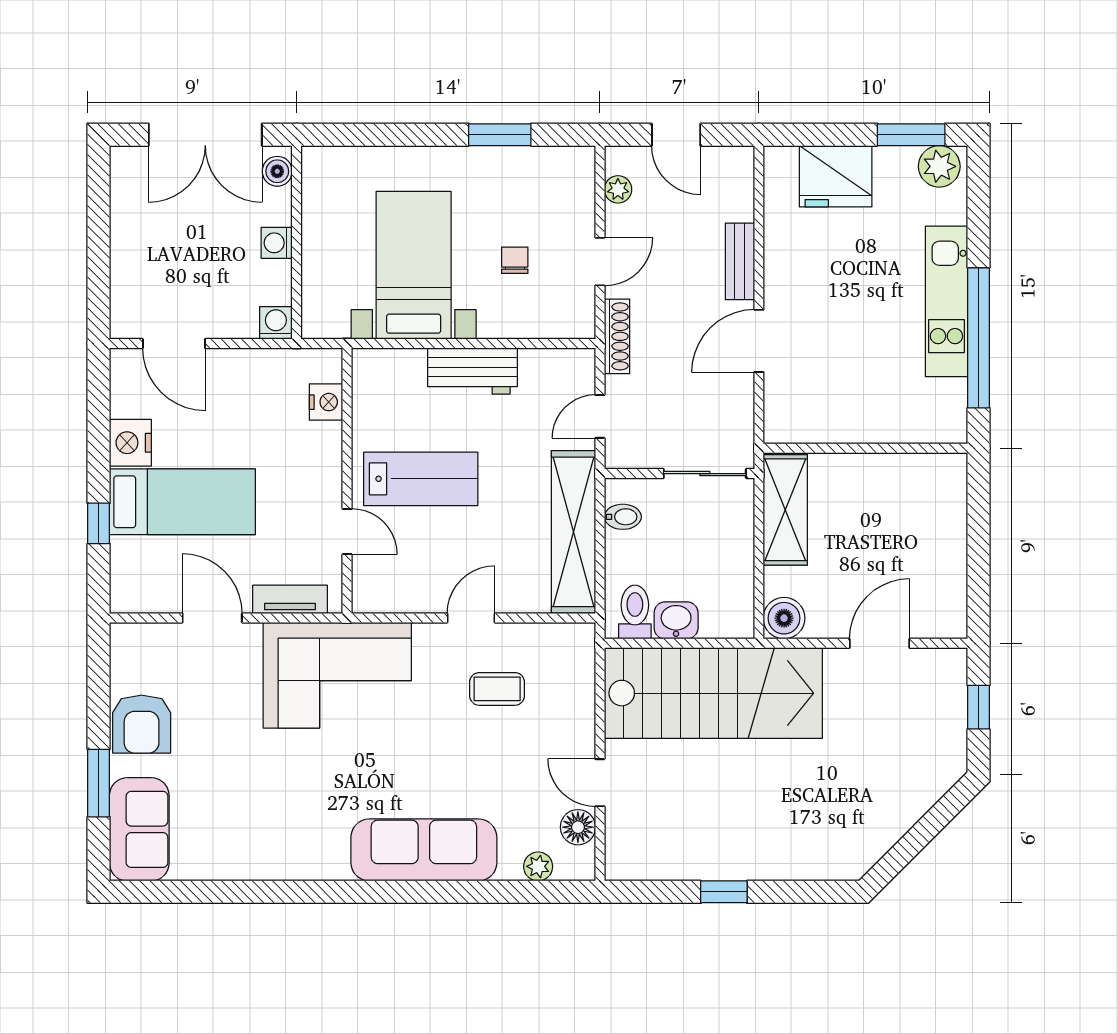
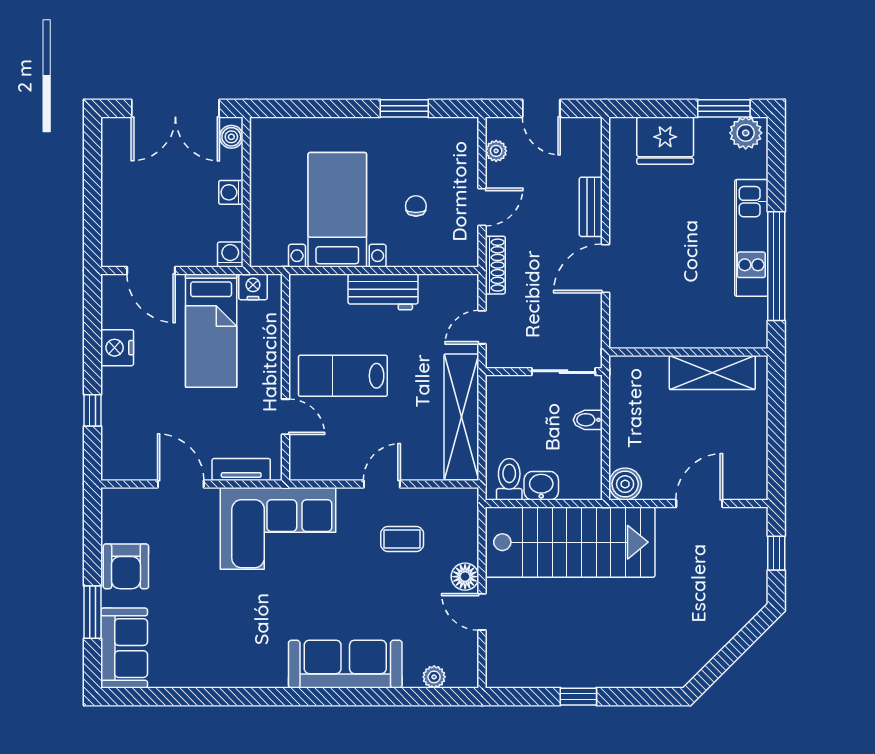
nightstand: (326, 402) -> (253, 287), moved, turned -90
lab bench: (421, 479) -> (343, 376), turned 180
bed: (182, 502) -> (211, 331), moved, turned 90
shelving: (785, 510) -> (712, 373), moved, turned 90
bidet: (623, 517) -> (588, 420), moved, turned 180
floor lamp: (578, 827) -> (465, 577), moved

